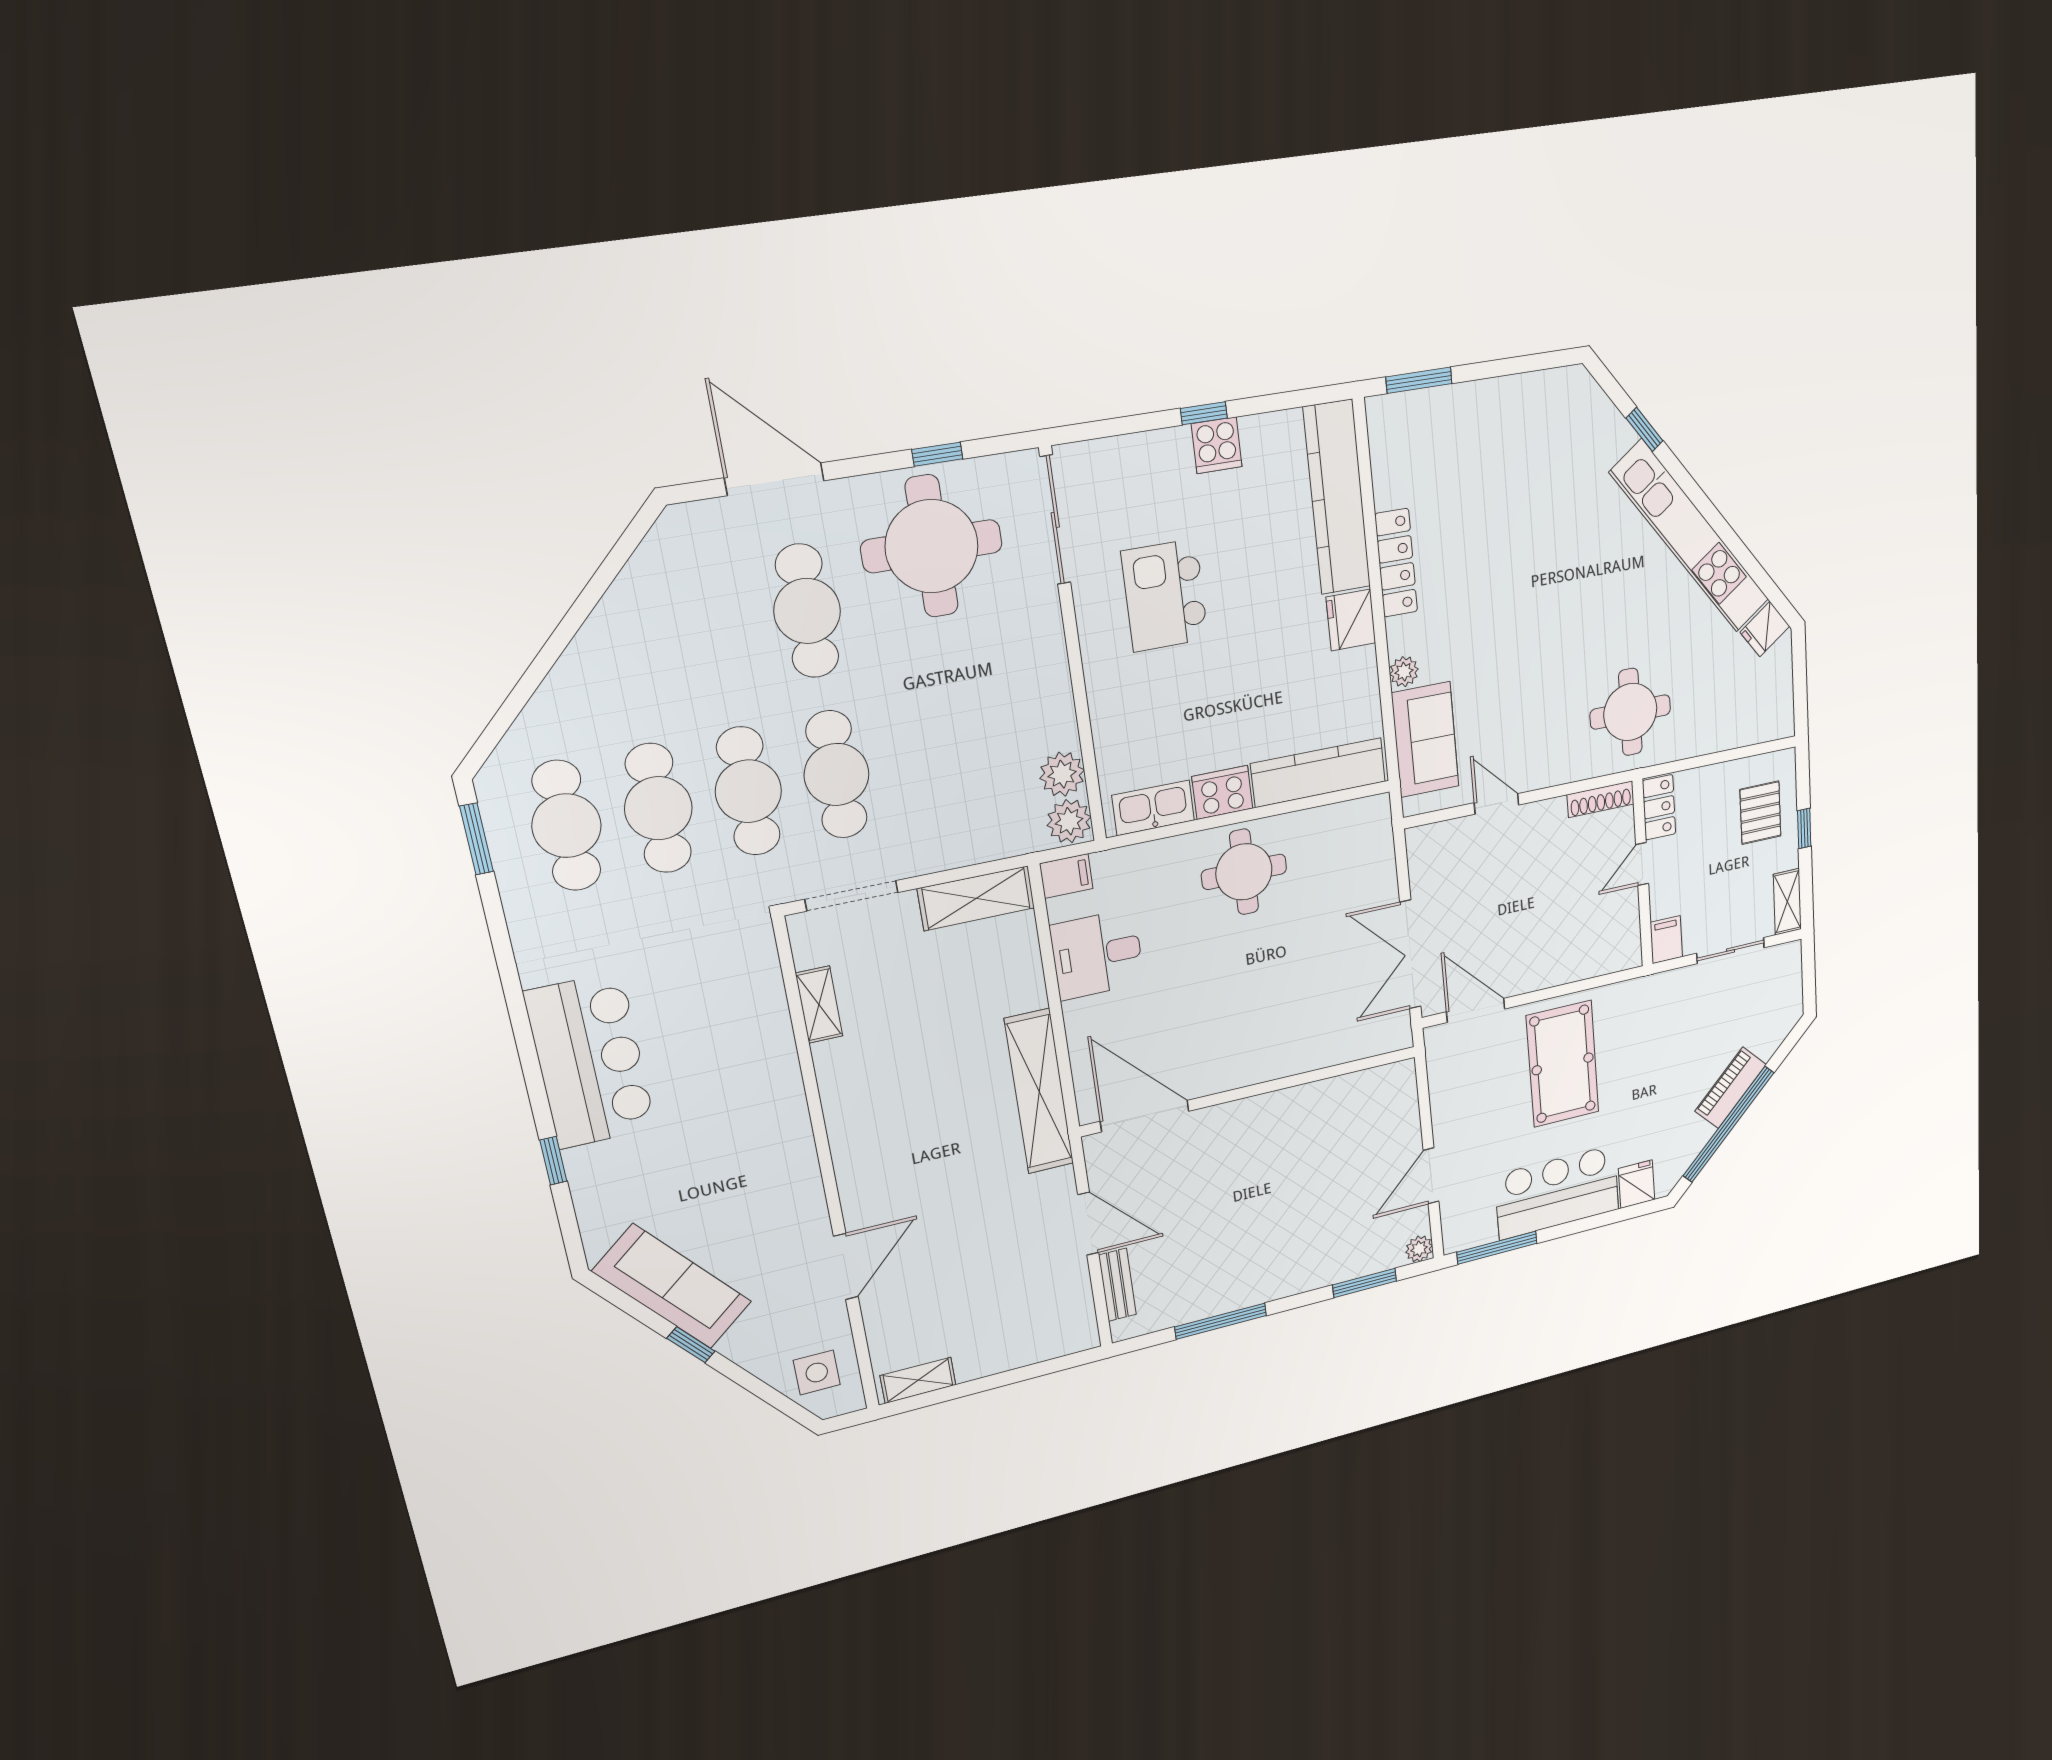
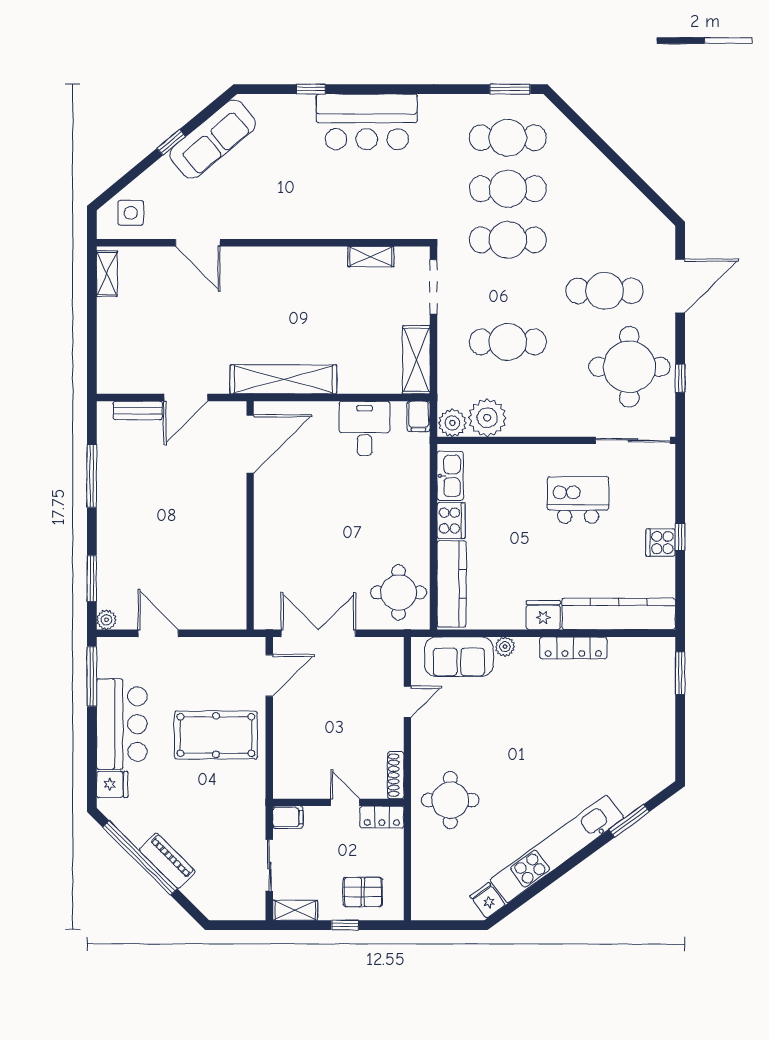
window: (1645, 429) -> (629, 821), width x1.50
plant: (1062, 774) -> (487, 418), width x1.36, depth x1.36
cafe table: (837, 775) -> (508, 342), moved
round table: (1244, 872) -> (399, 592), moved

